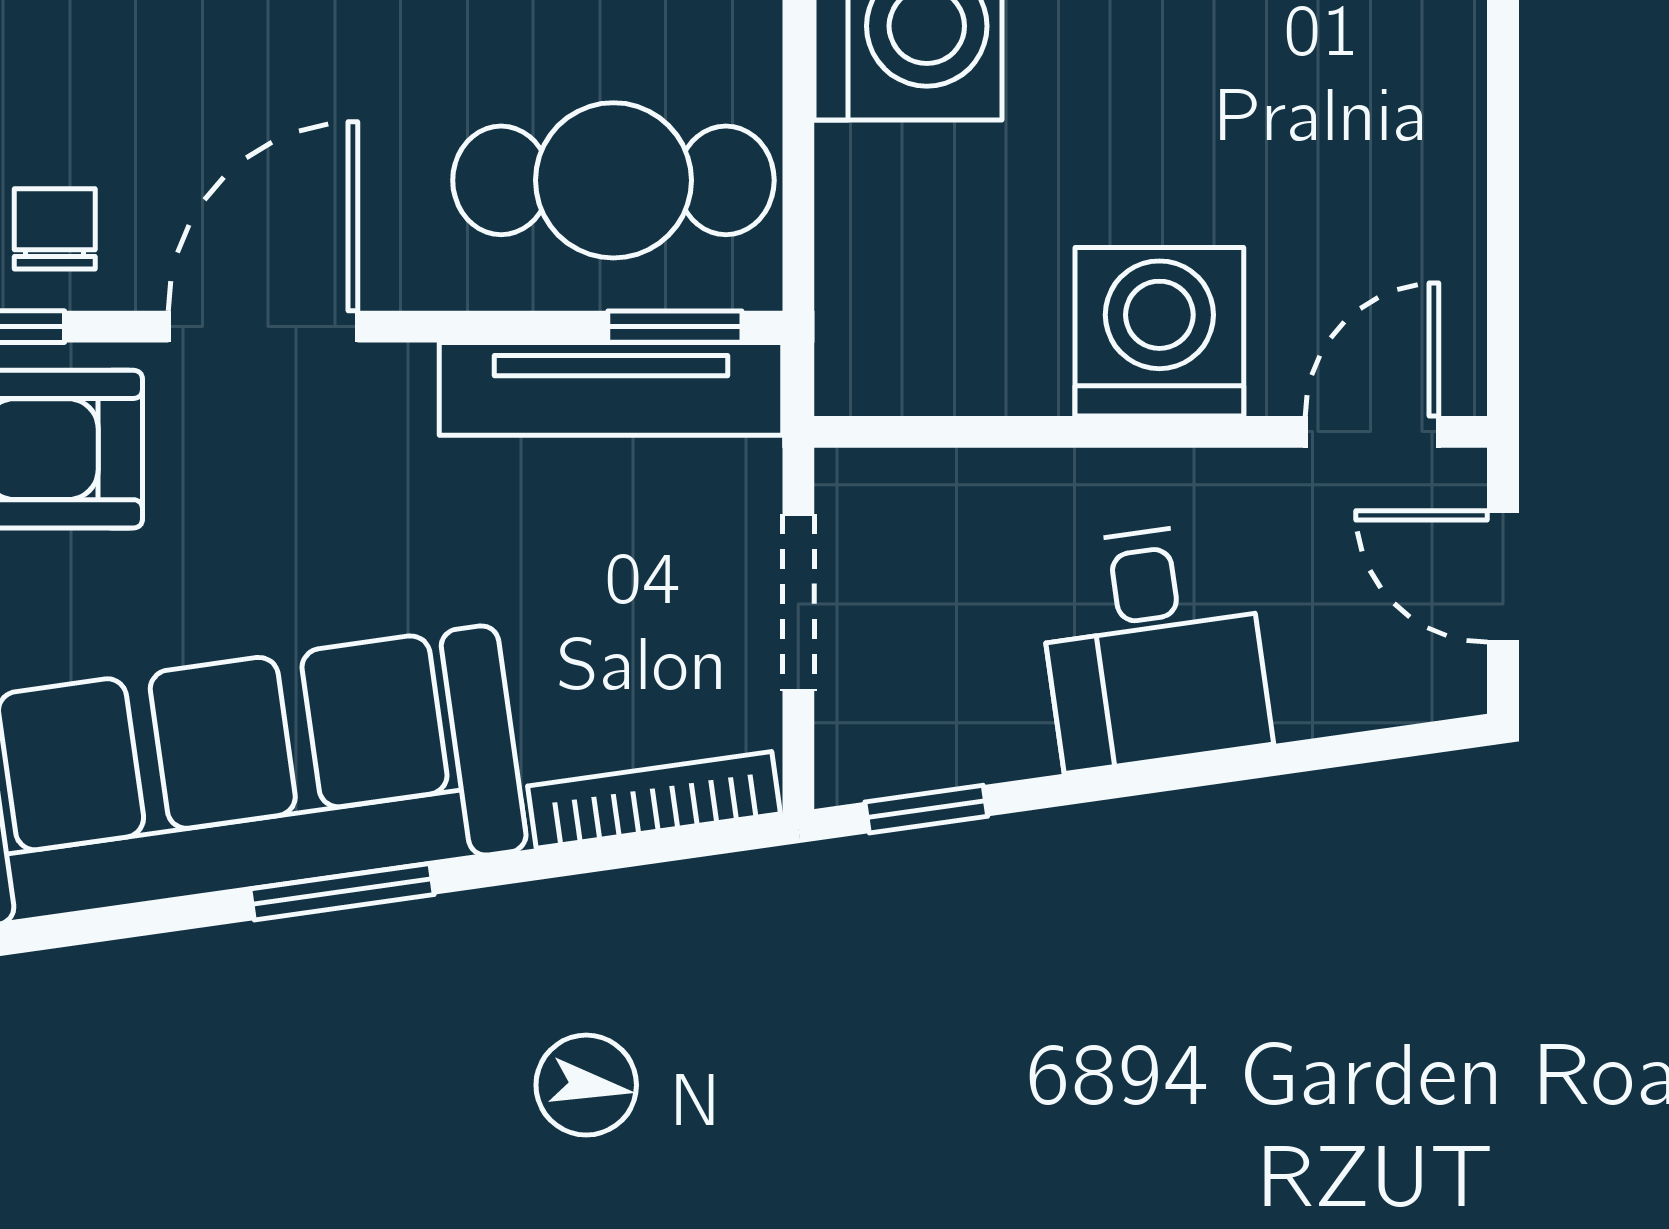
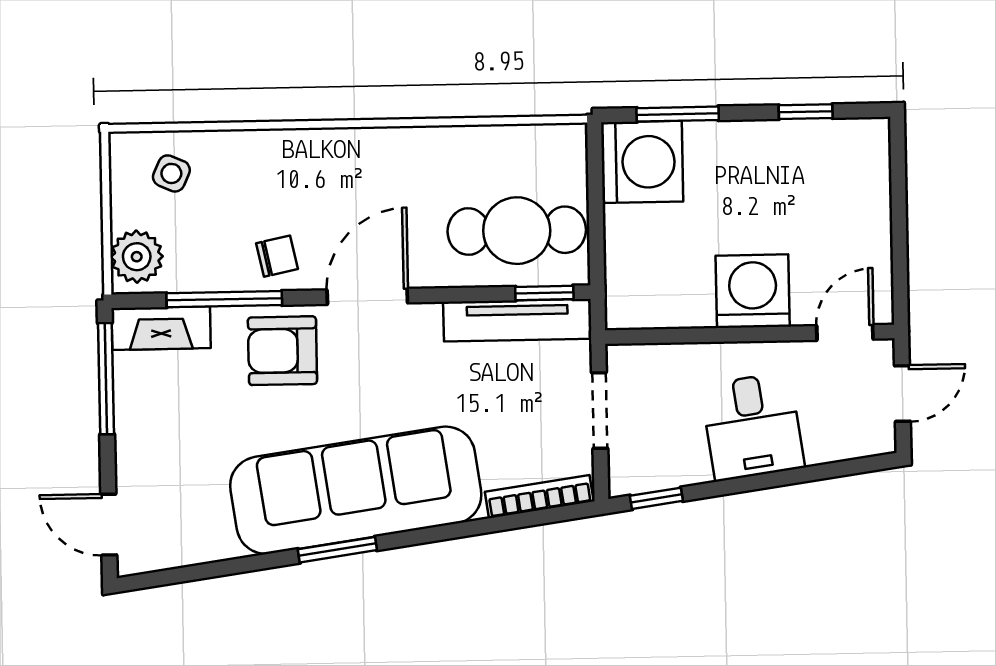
chair: (55, 229) -> (277, 256), turned 78
door: (1503, 576) -> (902, 394), swing flipped
window: (342, 892) -> (337, 550), moved

